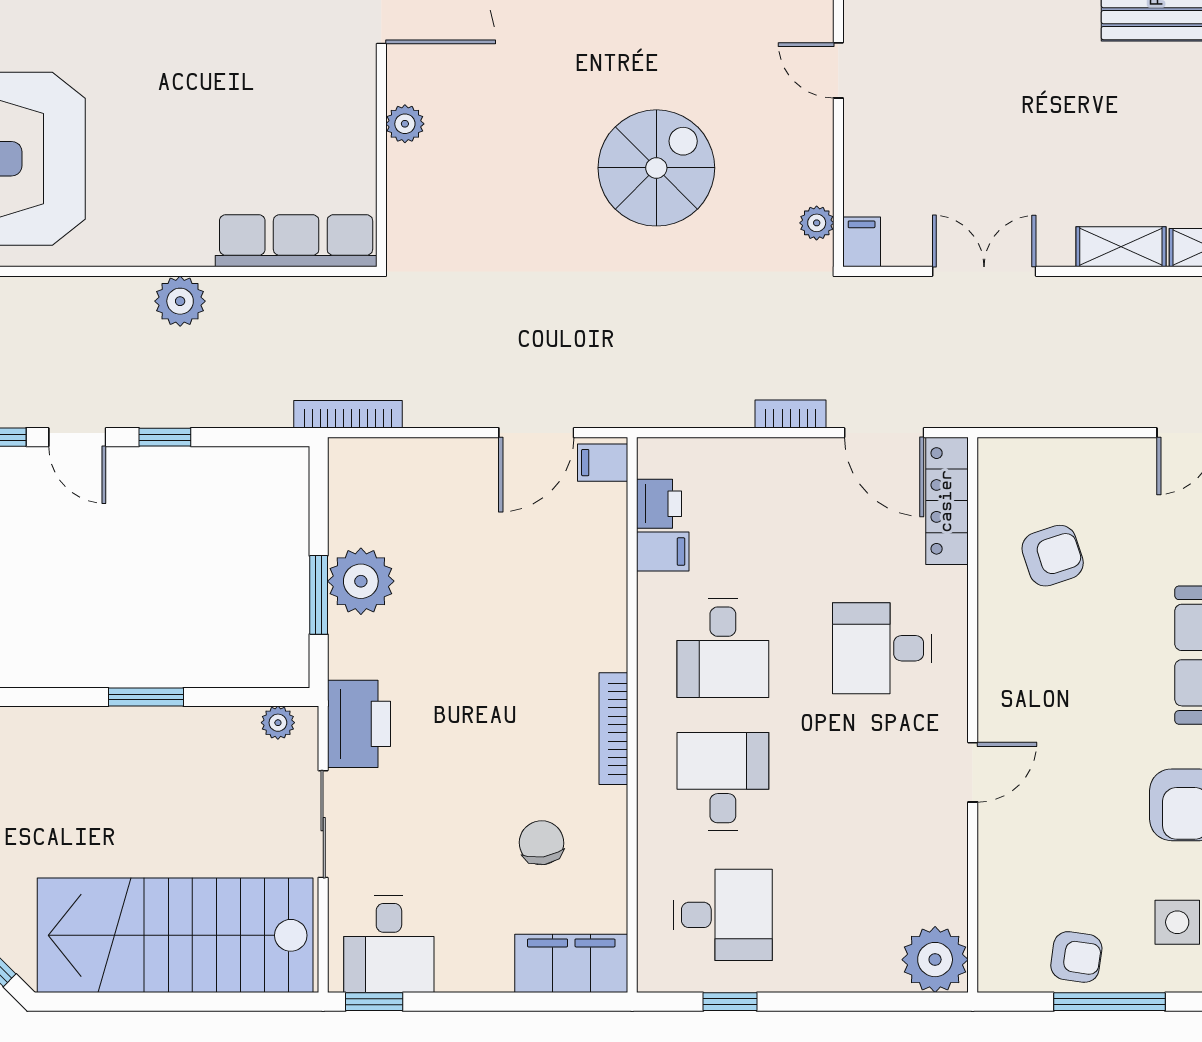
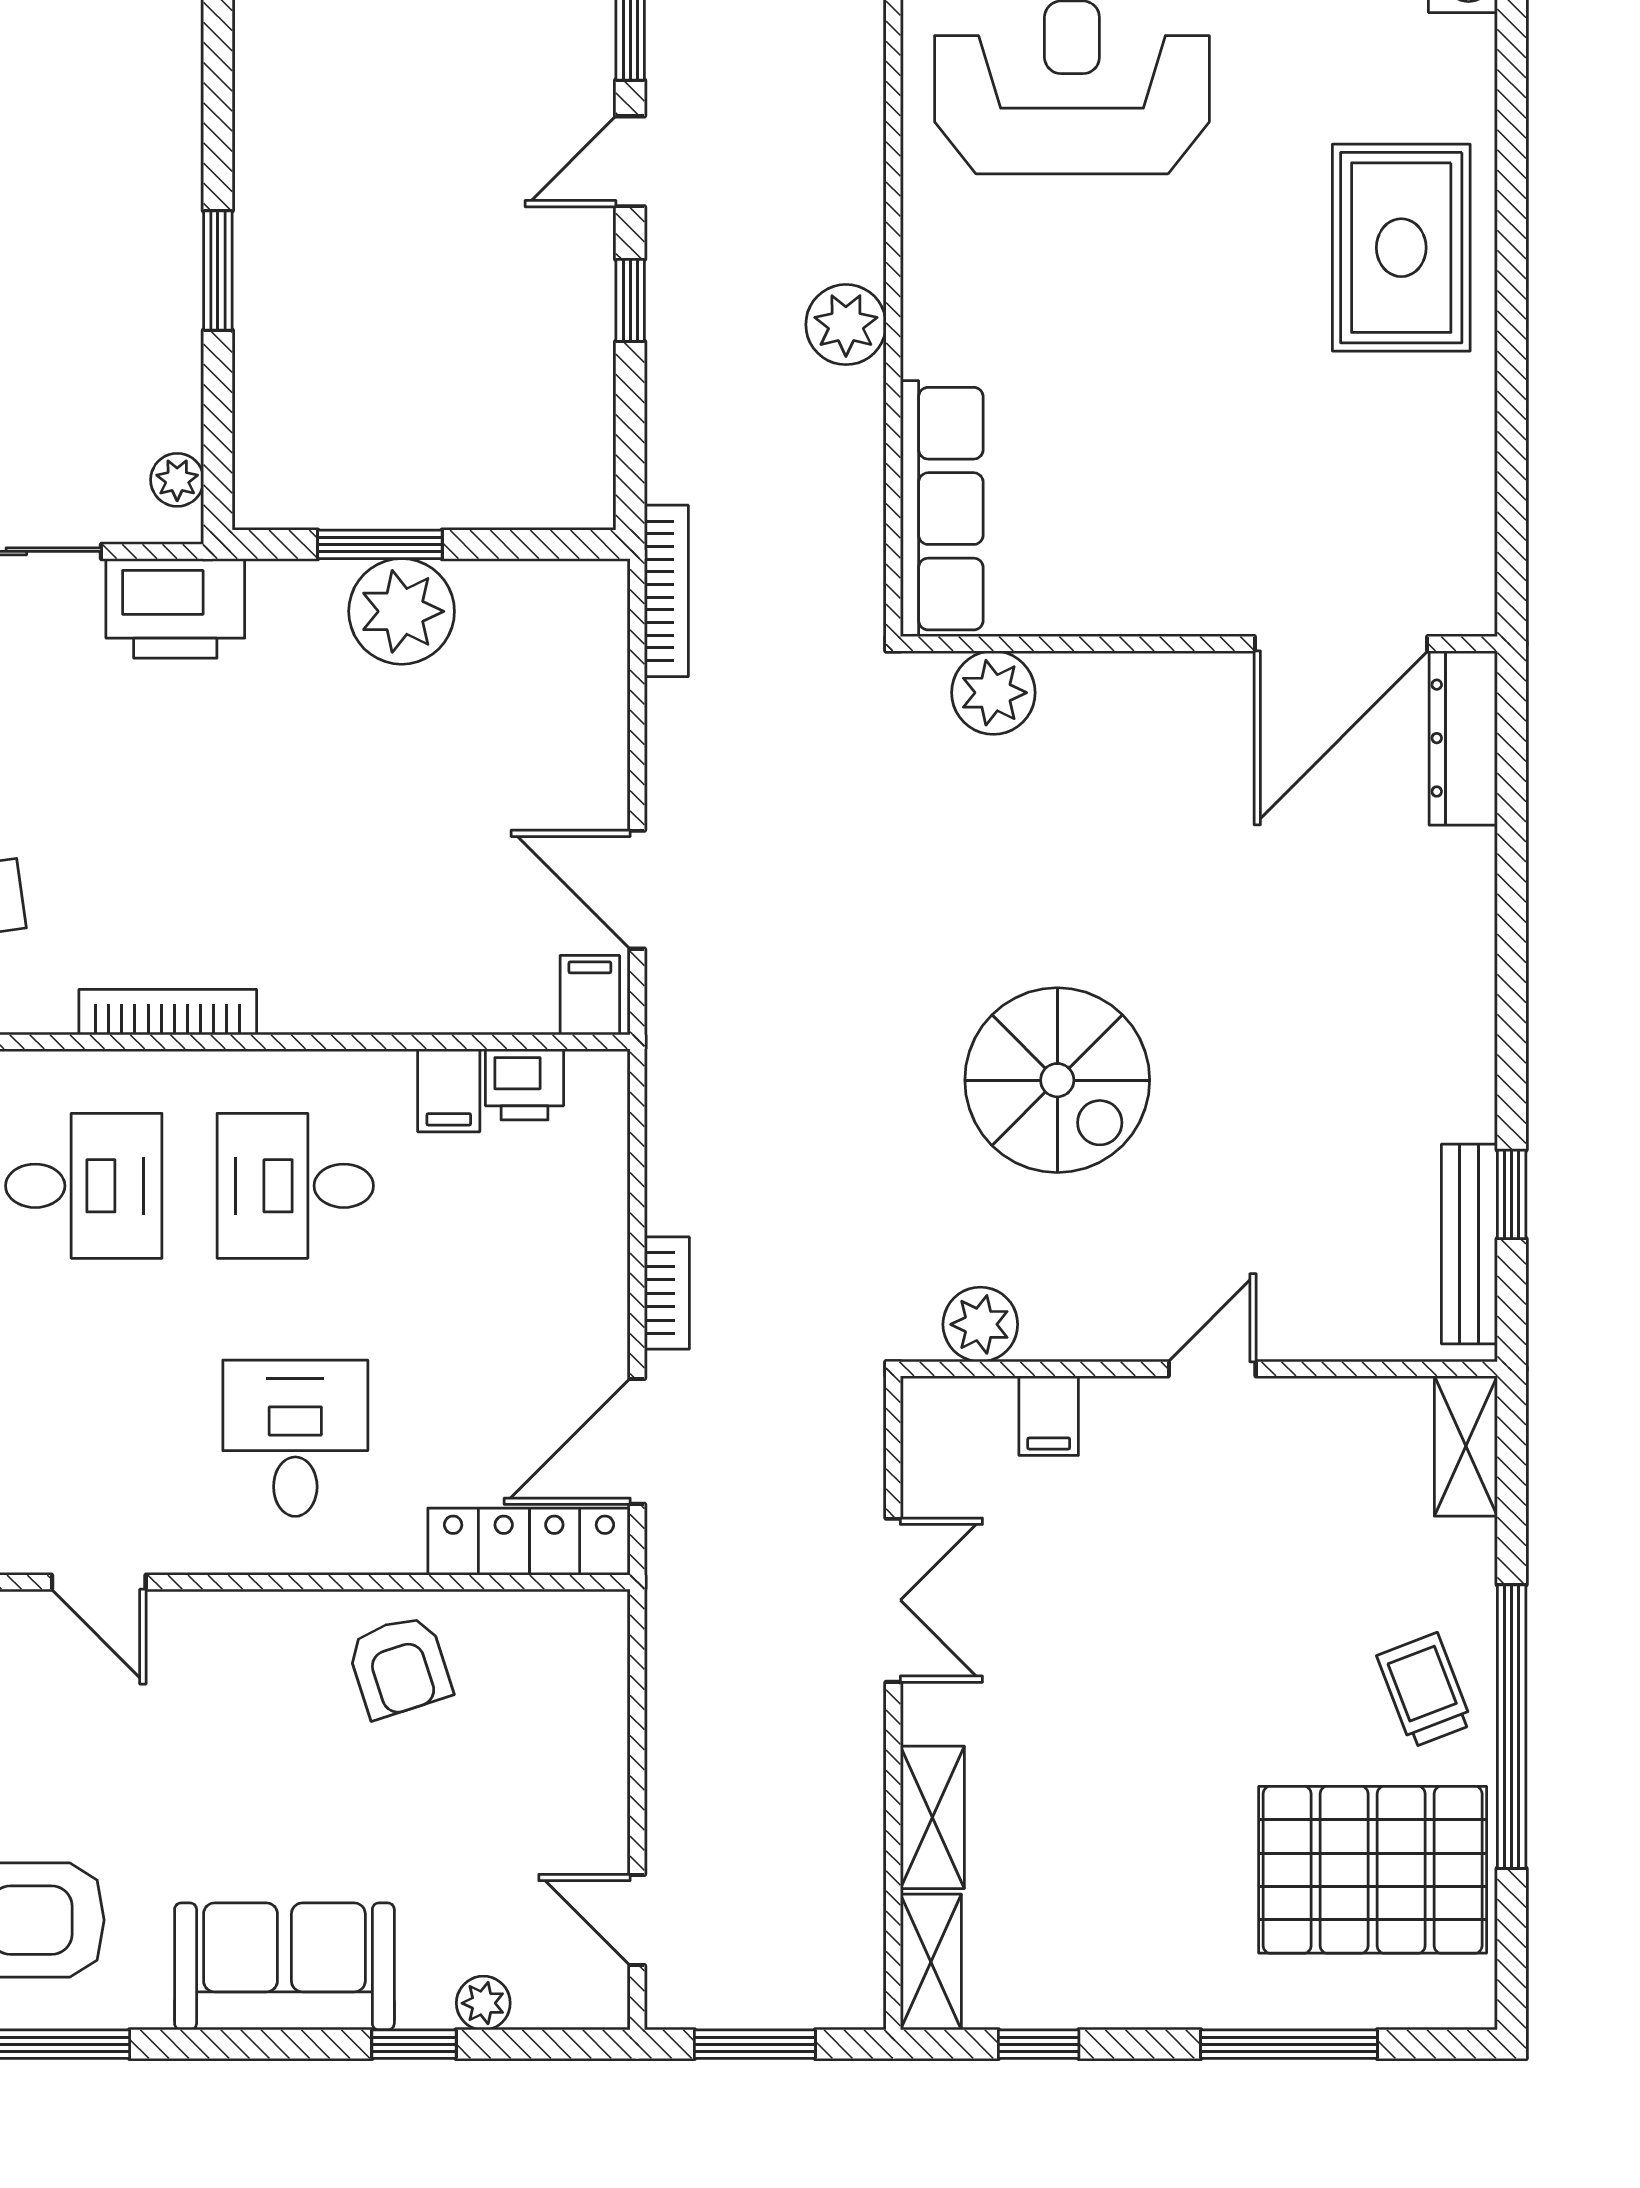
plant: (405, 124) -> (993, 693), moved, width x1.38, depth x1.38
plant: (817, 223) -> (980, 1324), width x1.38, depth x1.38
filing cabinet: (862, 242) -> (1049, 1416), moved, turned 90
armchair: (1053, 556) -> (399, 1666), moved

